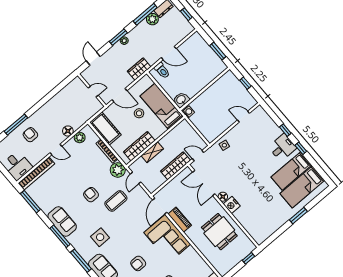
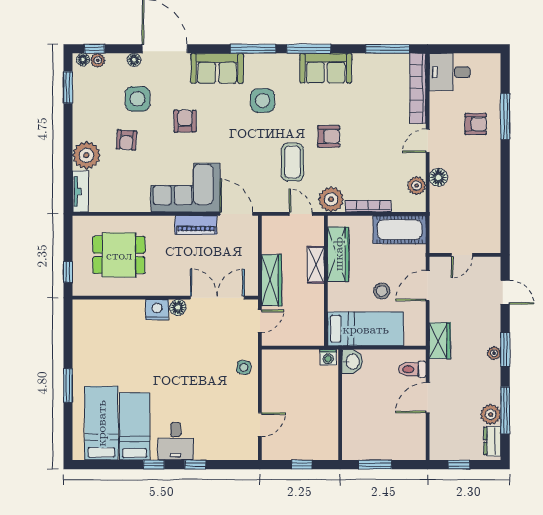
dining table: (219, 232) -> (119, 255), moved

